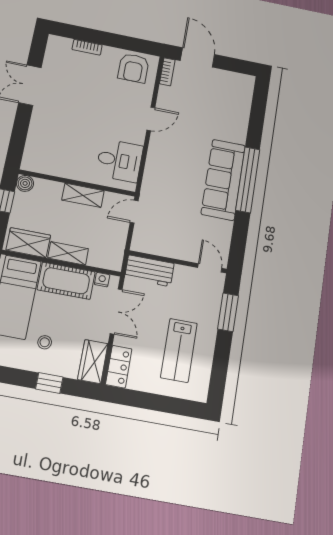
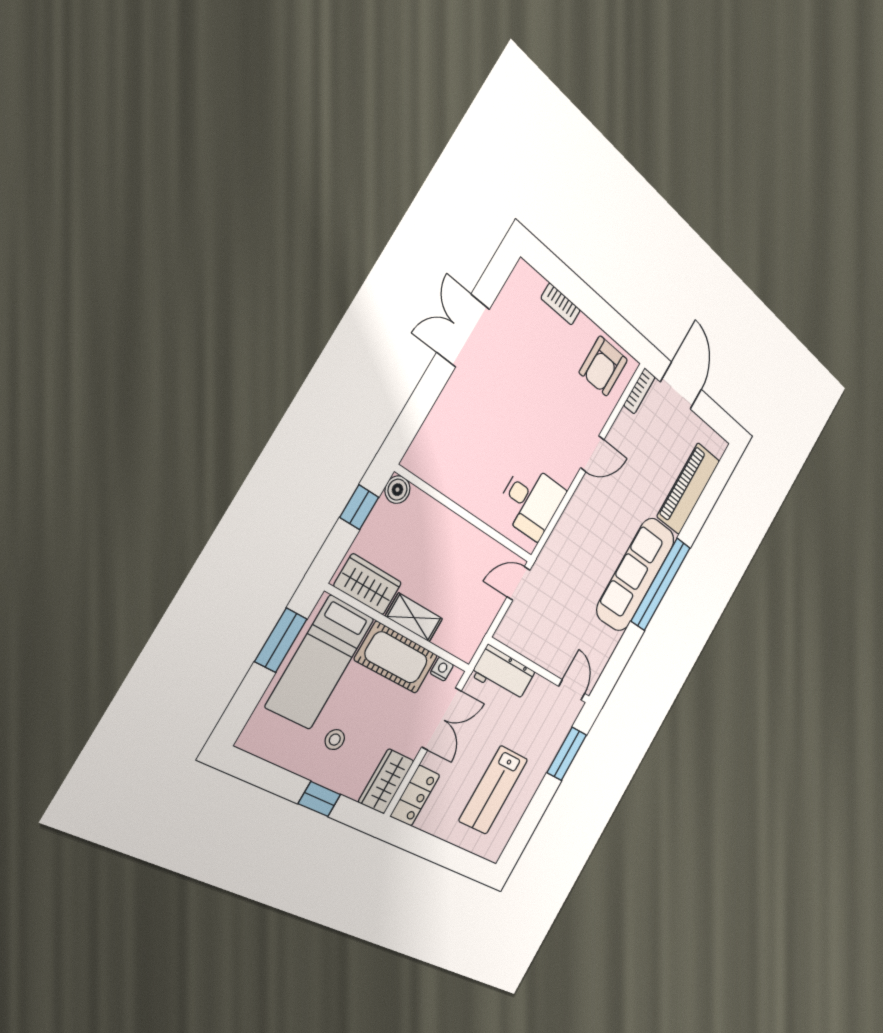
piano: (237, 114) -> (688, 489), added
shelving: (83, 195) -> (466, 537), removed

